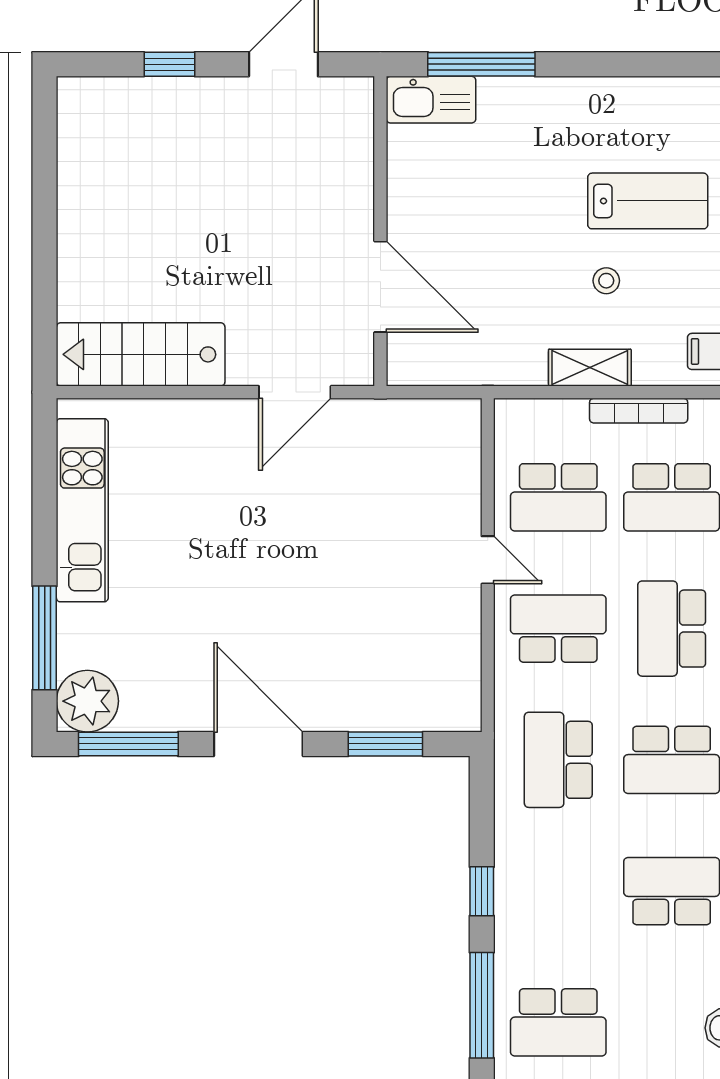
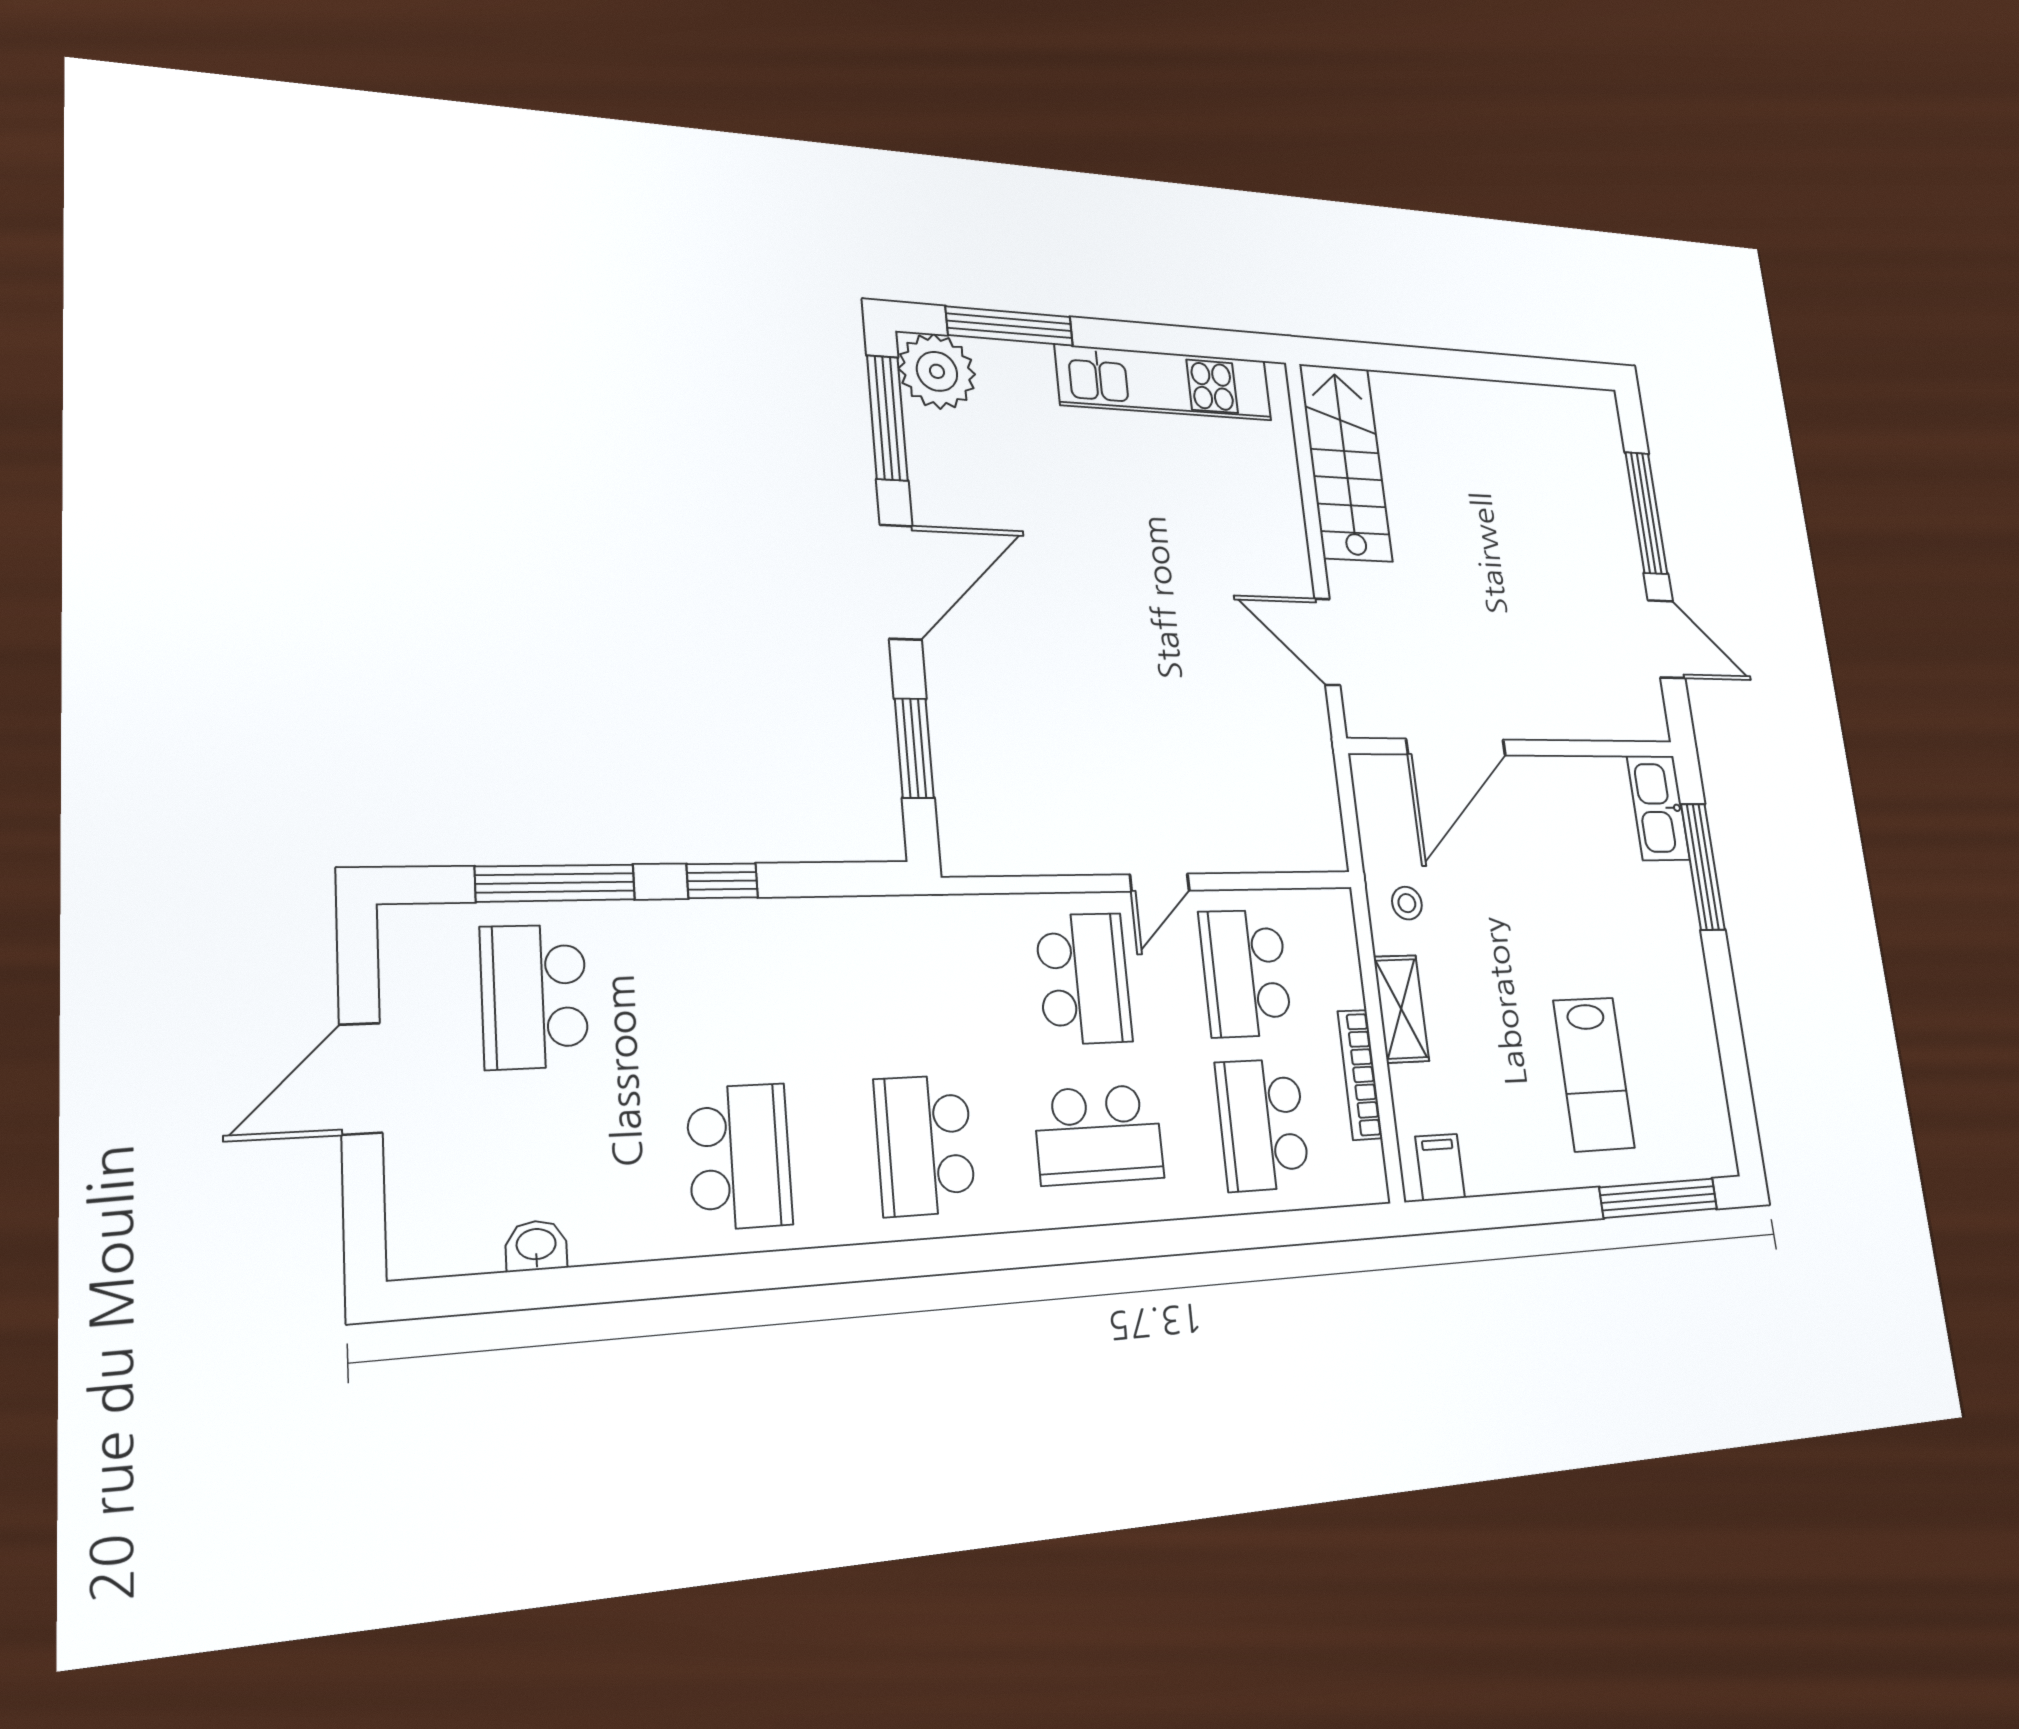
window: (169, 64) -> (1646, 513), width x2.17
stool: (606, 281) -> (1407, 903), moved
school desk: (672, 629) -> (1099, 1135), turned 180
school desk: (558, 760) -> (912, 984), removed

